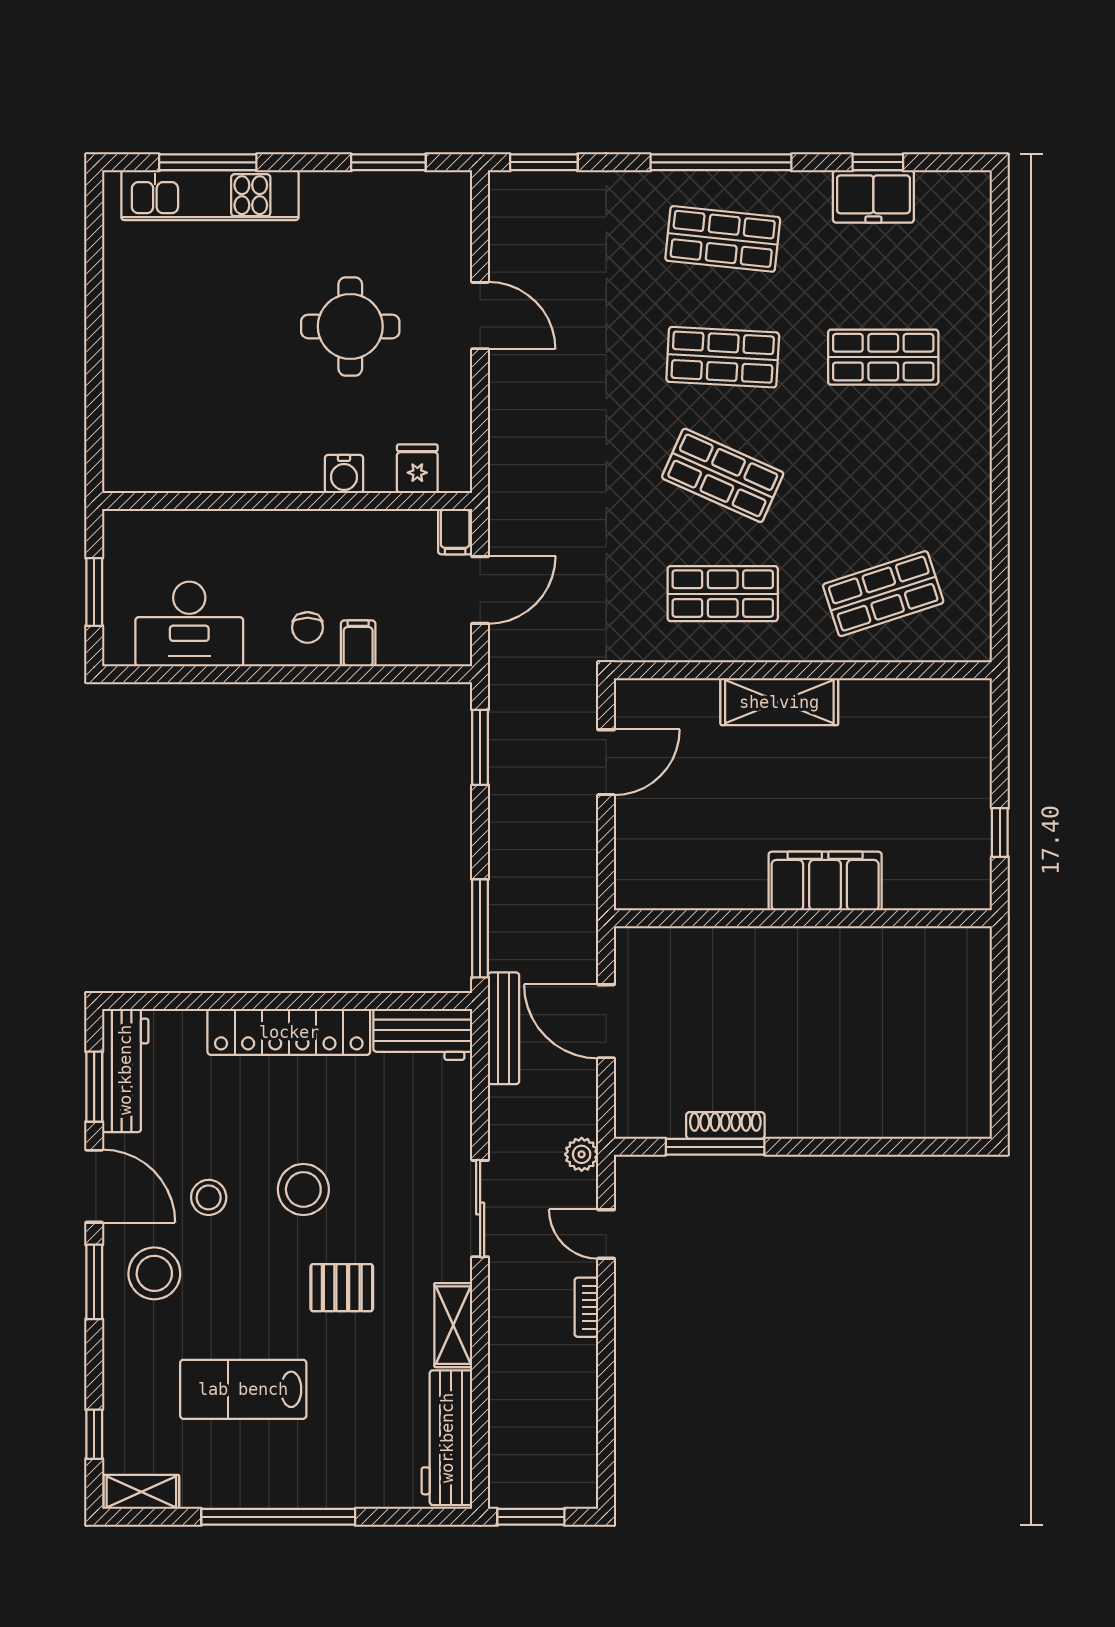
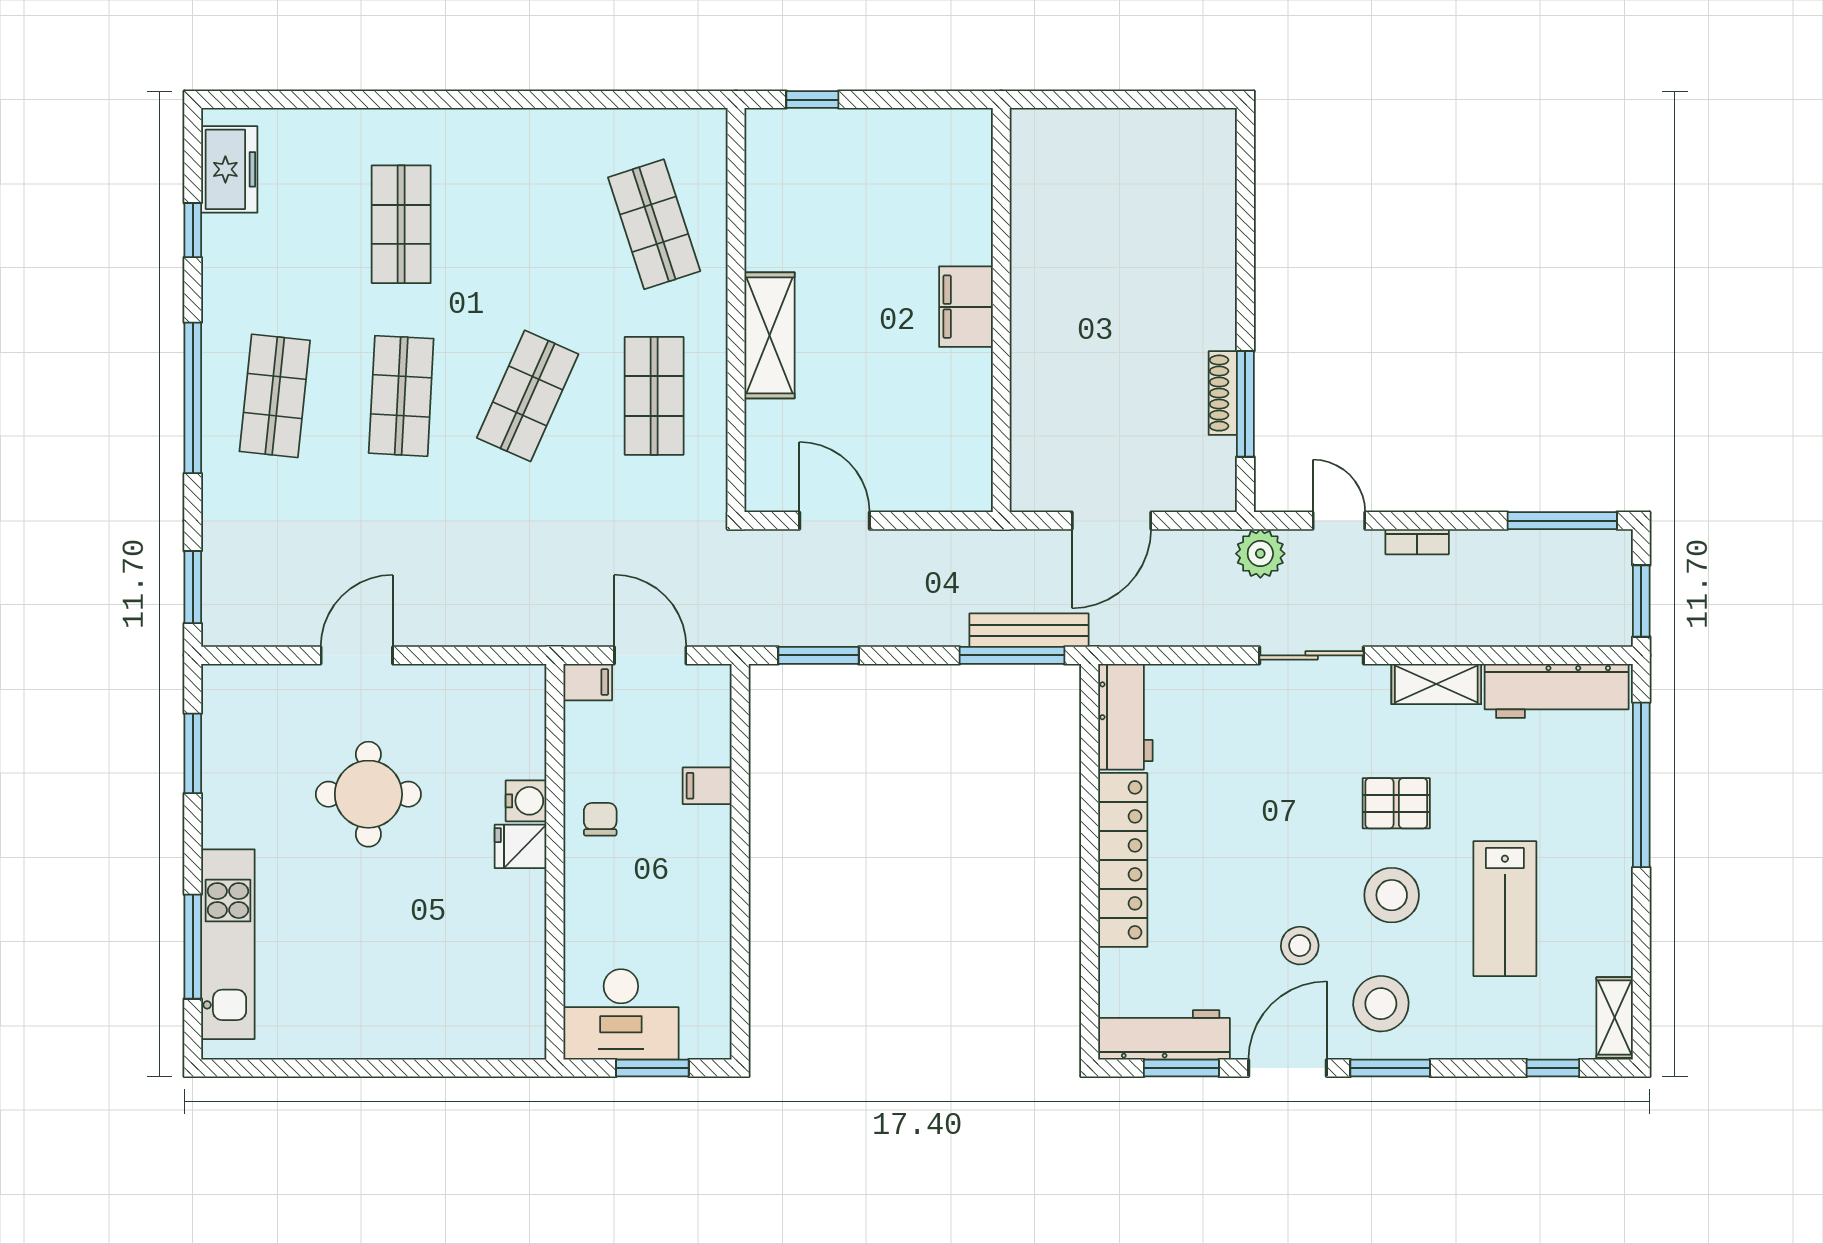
freezer: (873, 196) -> (229, 169), moved
fridge: (417, 469) -> (521, 846), moved
desk: (189, 624) -> (621, 1014), moved, turned 90
chair: (308, 628) -> (600, 819), moved, turned -90
window: (1000, 833) -> (812, 100), moved
filing cabinet: (825, 881) -> (966, 307), width x0.67, depth x0.86
bench: (504, 1028) -> (1029, 630), moved
plant: (582, 1154) -> (1260, 554), width x1.38, depth x1.38
stool: (303, 1189) -> (1392, 895), moved
door: (606, 1234) -> (1339, 521), swing flipped
pallet: (342, 1288) -> (1396, 803), turned 90
window: (606, 1443) -> (1562, 521), added
window: (278, 1517) -> (1641, 785), moved

